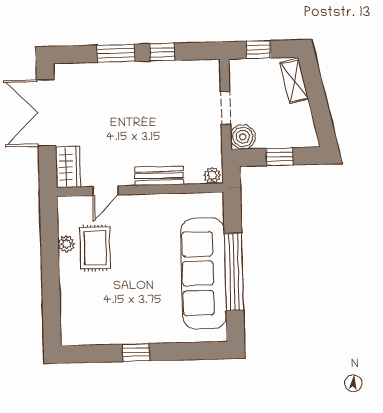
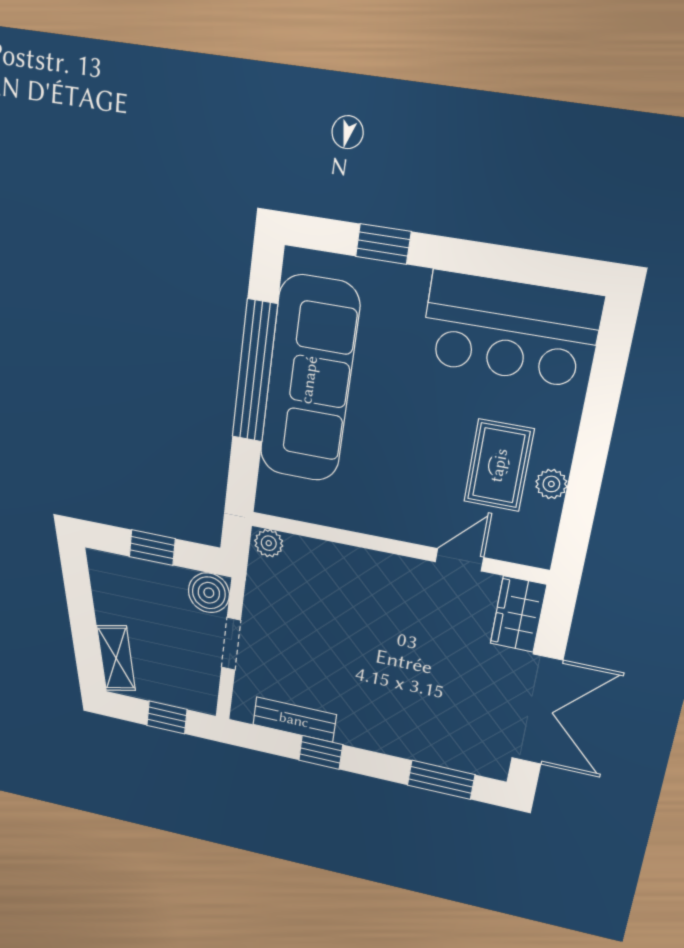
window: (116, 53) -> (441, 780), moved
bench: (159, 176) -> (294, 720), moved
bar counter: (104, 320) -> (510, 329), added
window: (136, 352) -> (383, 244), moved

